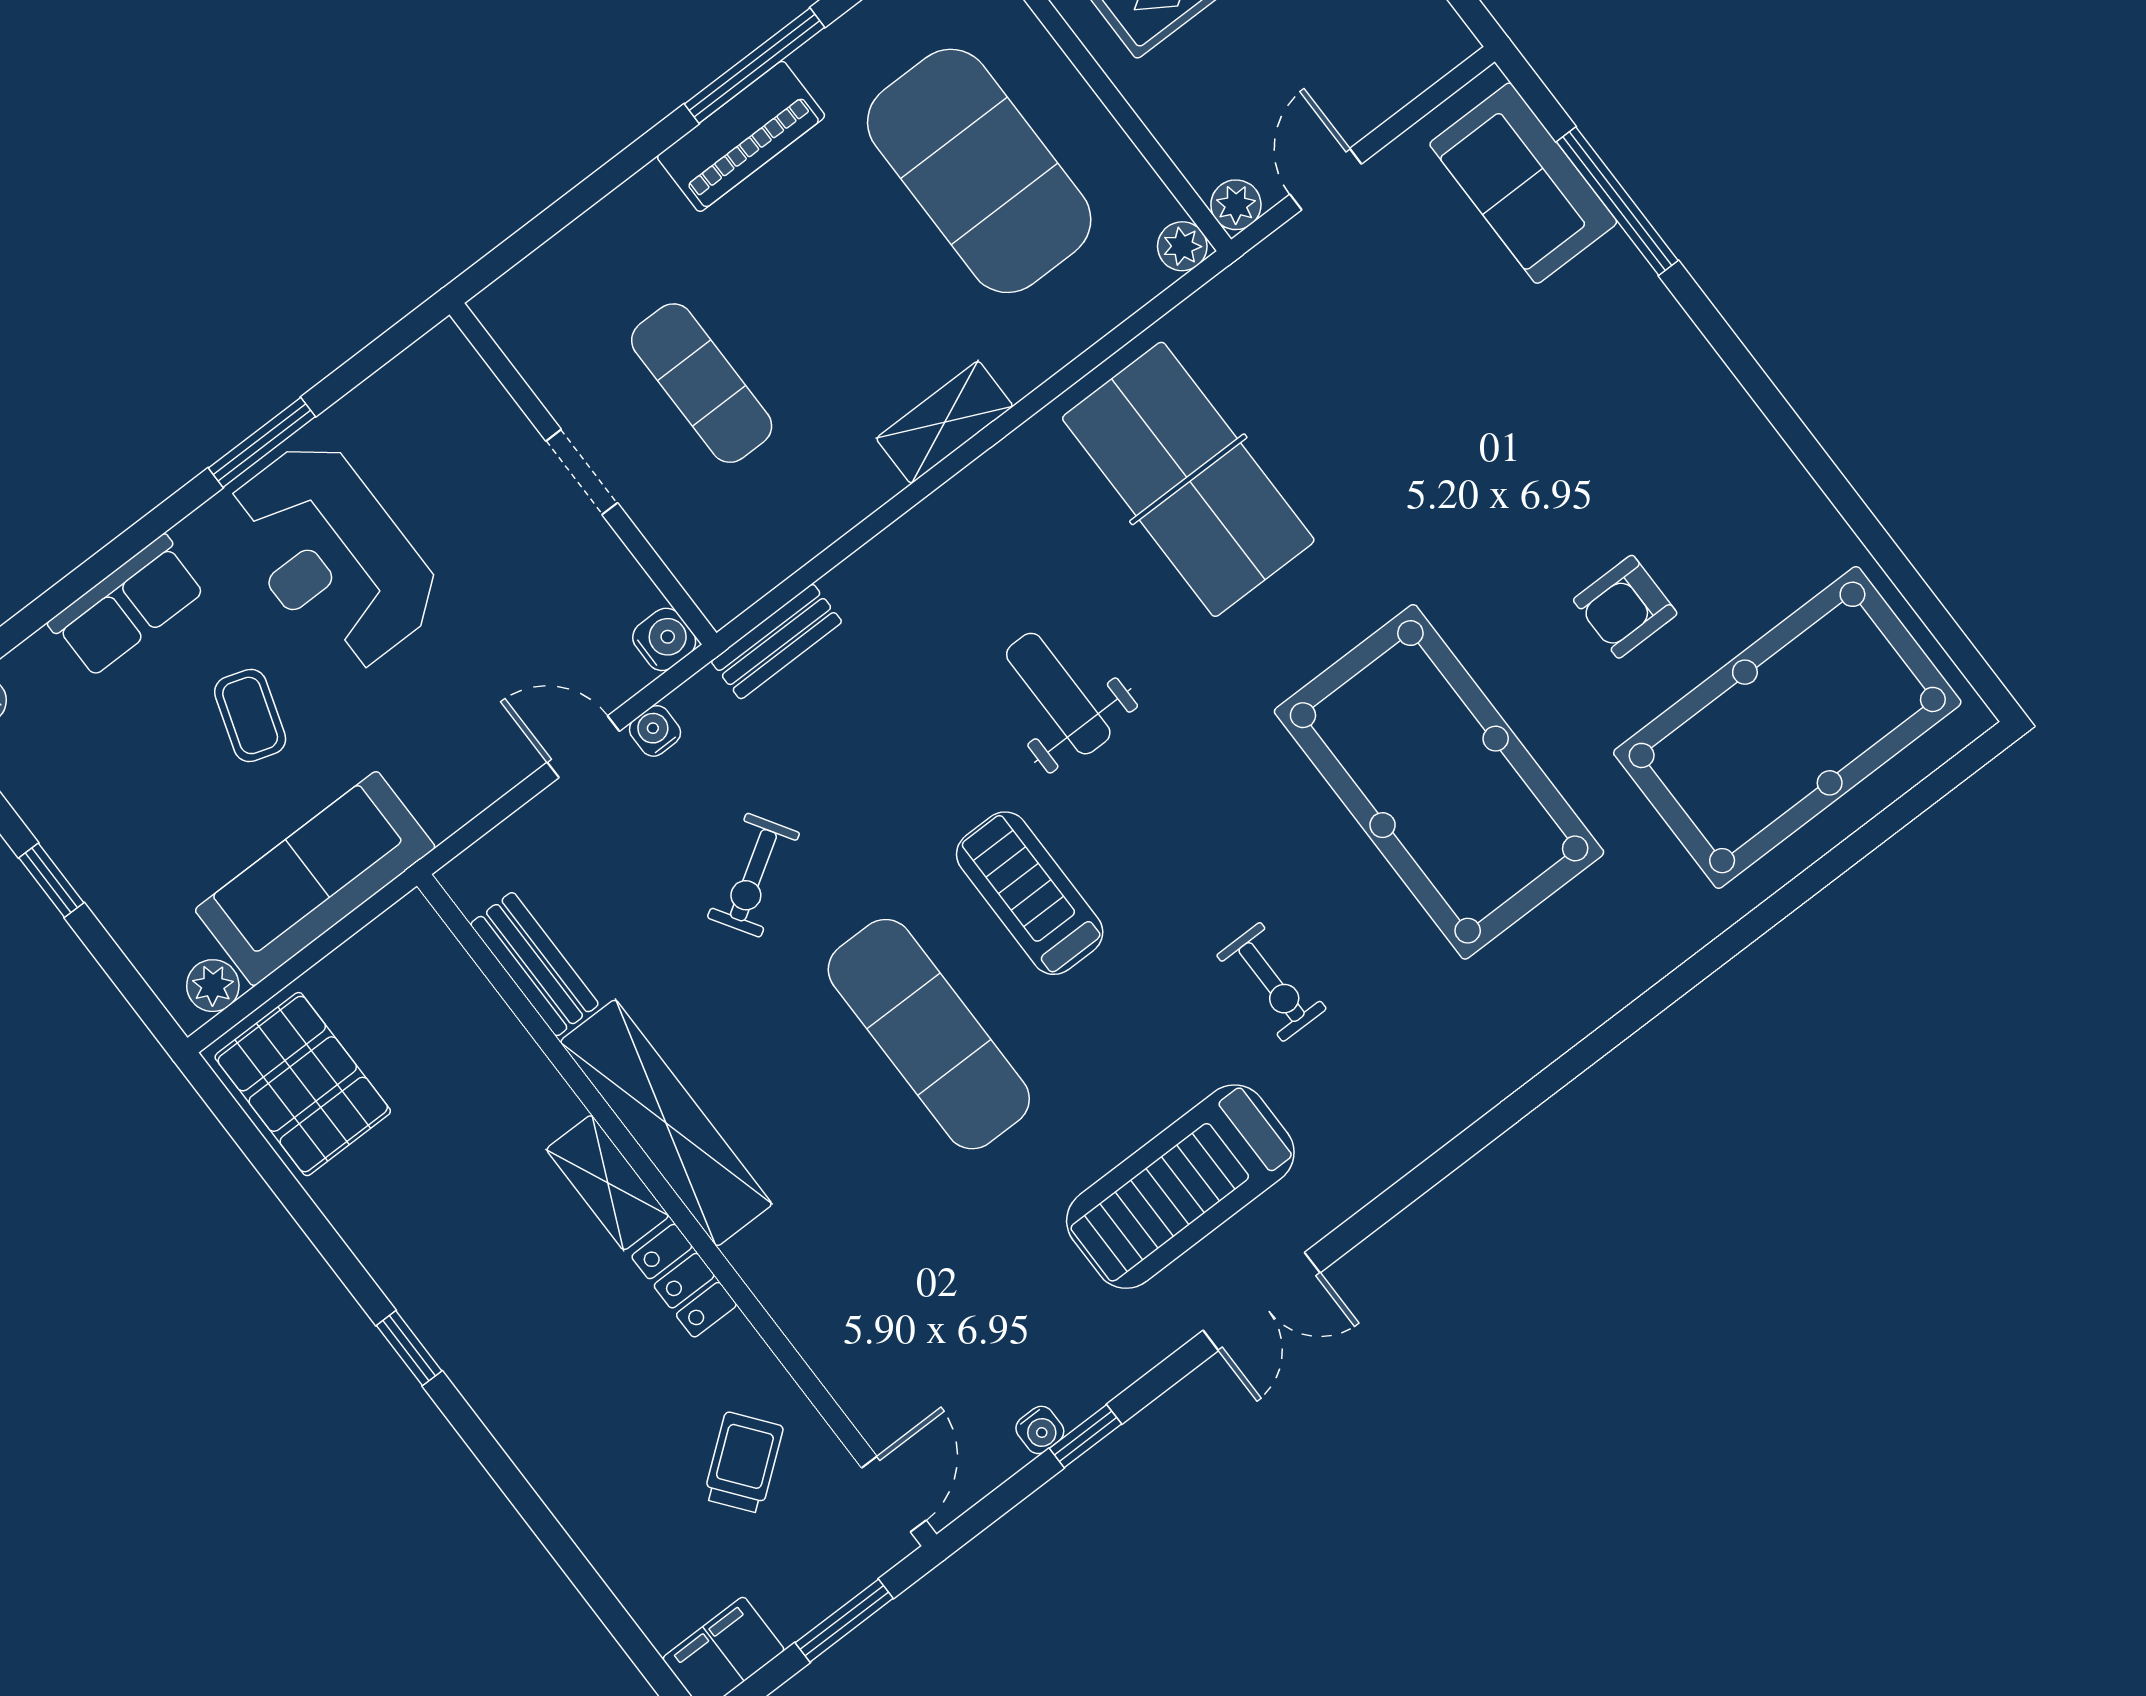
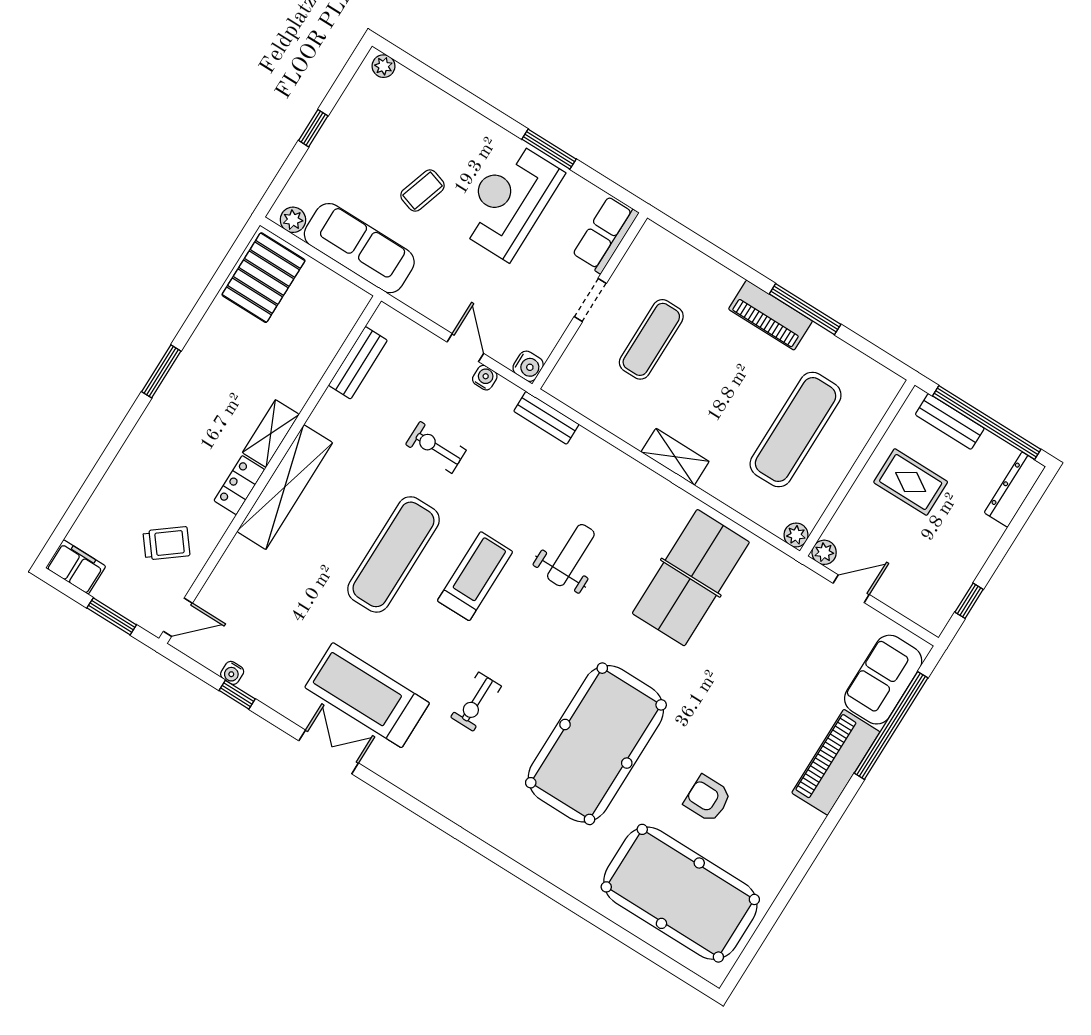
exercise mat: (979, 171) -> (796, 430), width x0.68
window: (1617, 201) -> (891, 726), width x1.46
piano: (1648, 334) -> (836, 762), added
row of seats: (127, 606) -> (605, 234), moved, turned 90
exercise bike: (753, 875) -> (436, 447), turned 32
shelving: (666, 1123) -> (285, 487), moved
double door: (1262, 1302) -> (329, 752), swing flipped
window: (409, 1348) -> (161, 371), width x1.50

